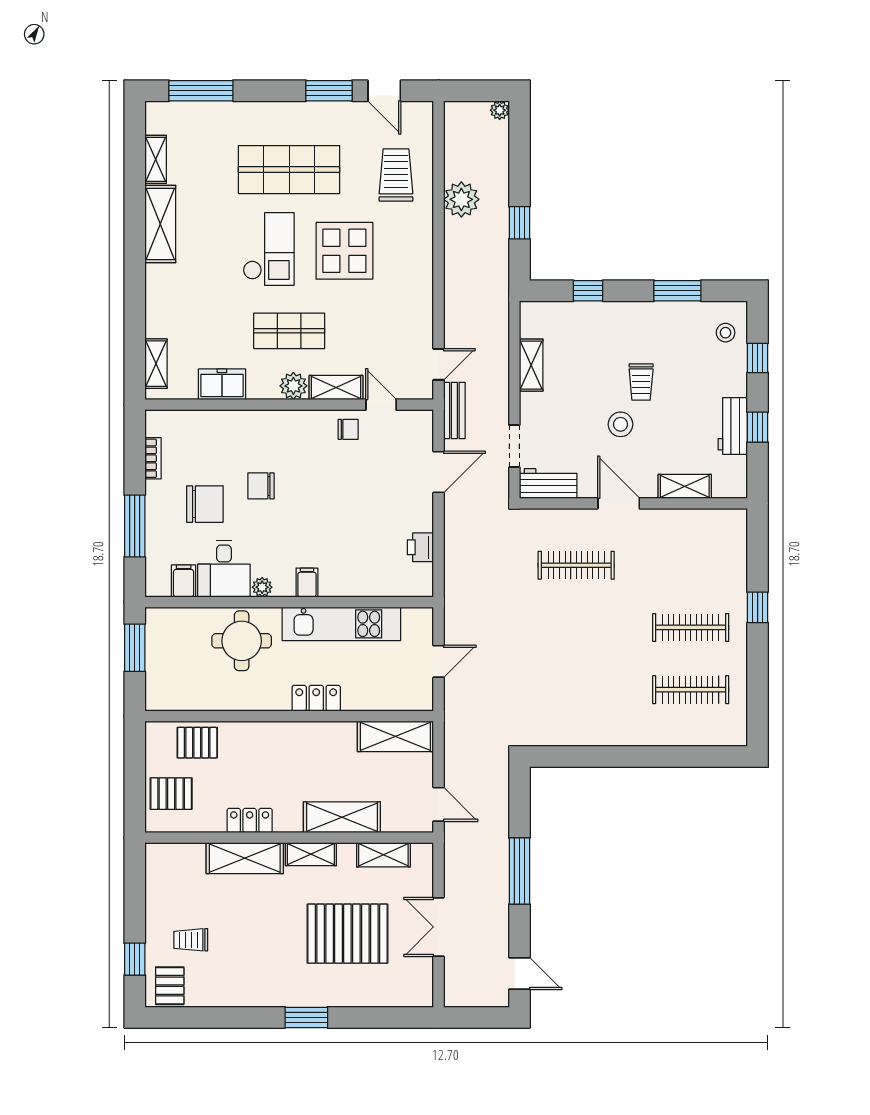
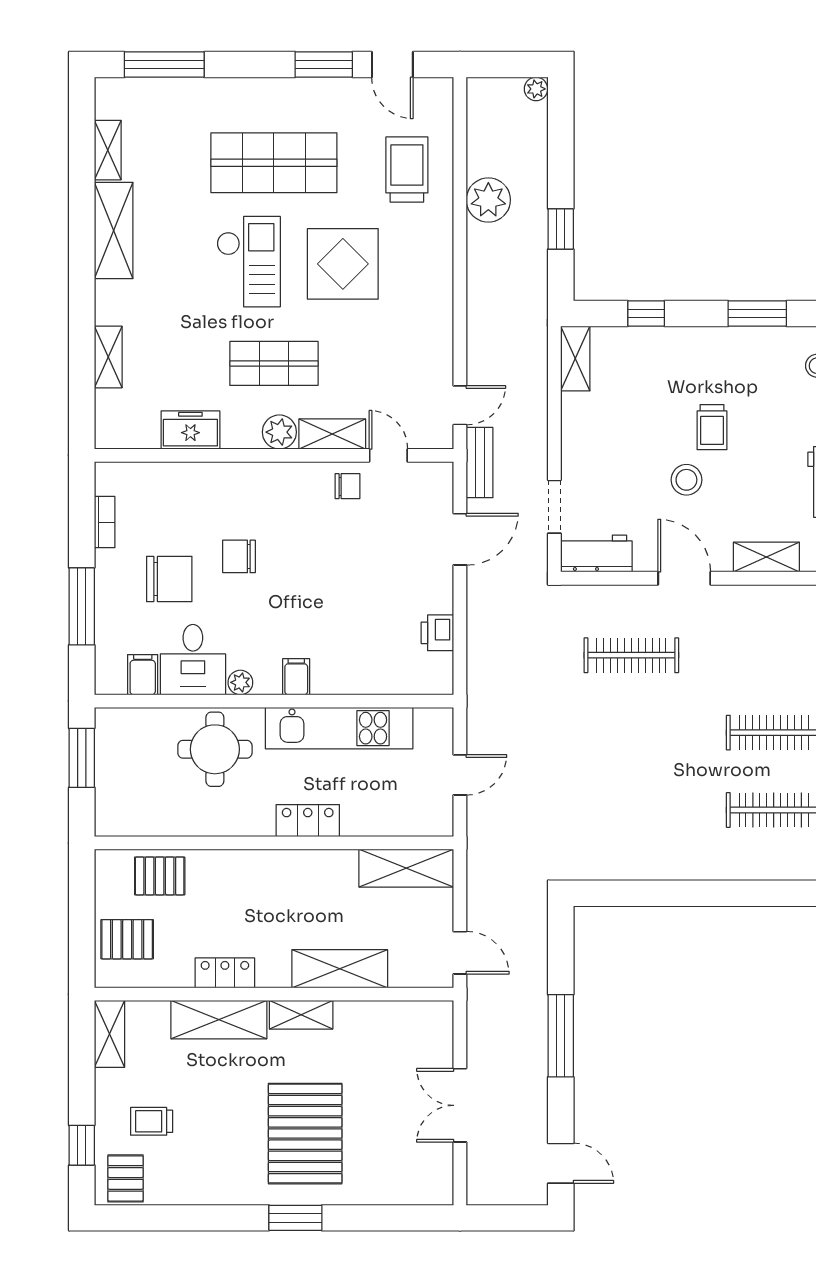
shelving: (156, 364) -> (108, 357), moved
shelving: (531, 365) -> (575, 359), moved
shelving: (383, 855) -> (109, 1034), moved, turned 90
pallet: (347, 934) -> (305, 1134), moved, turned 90

